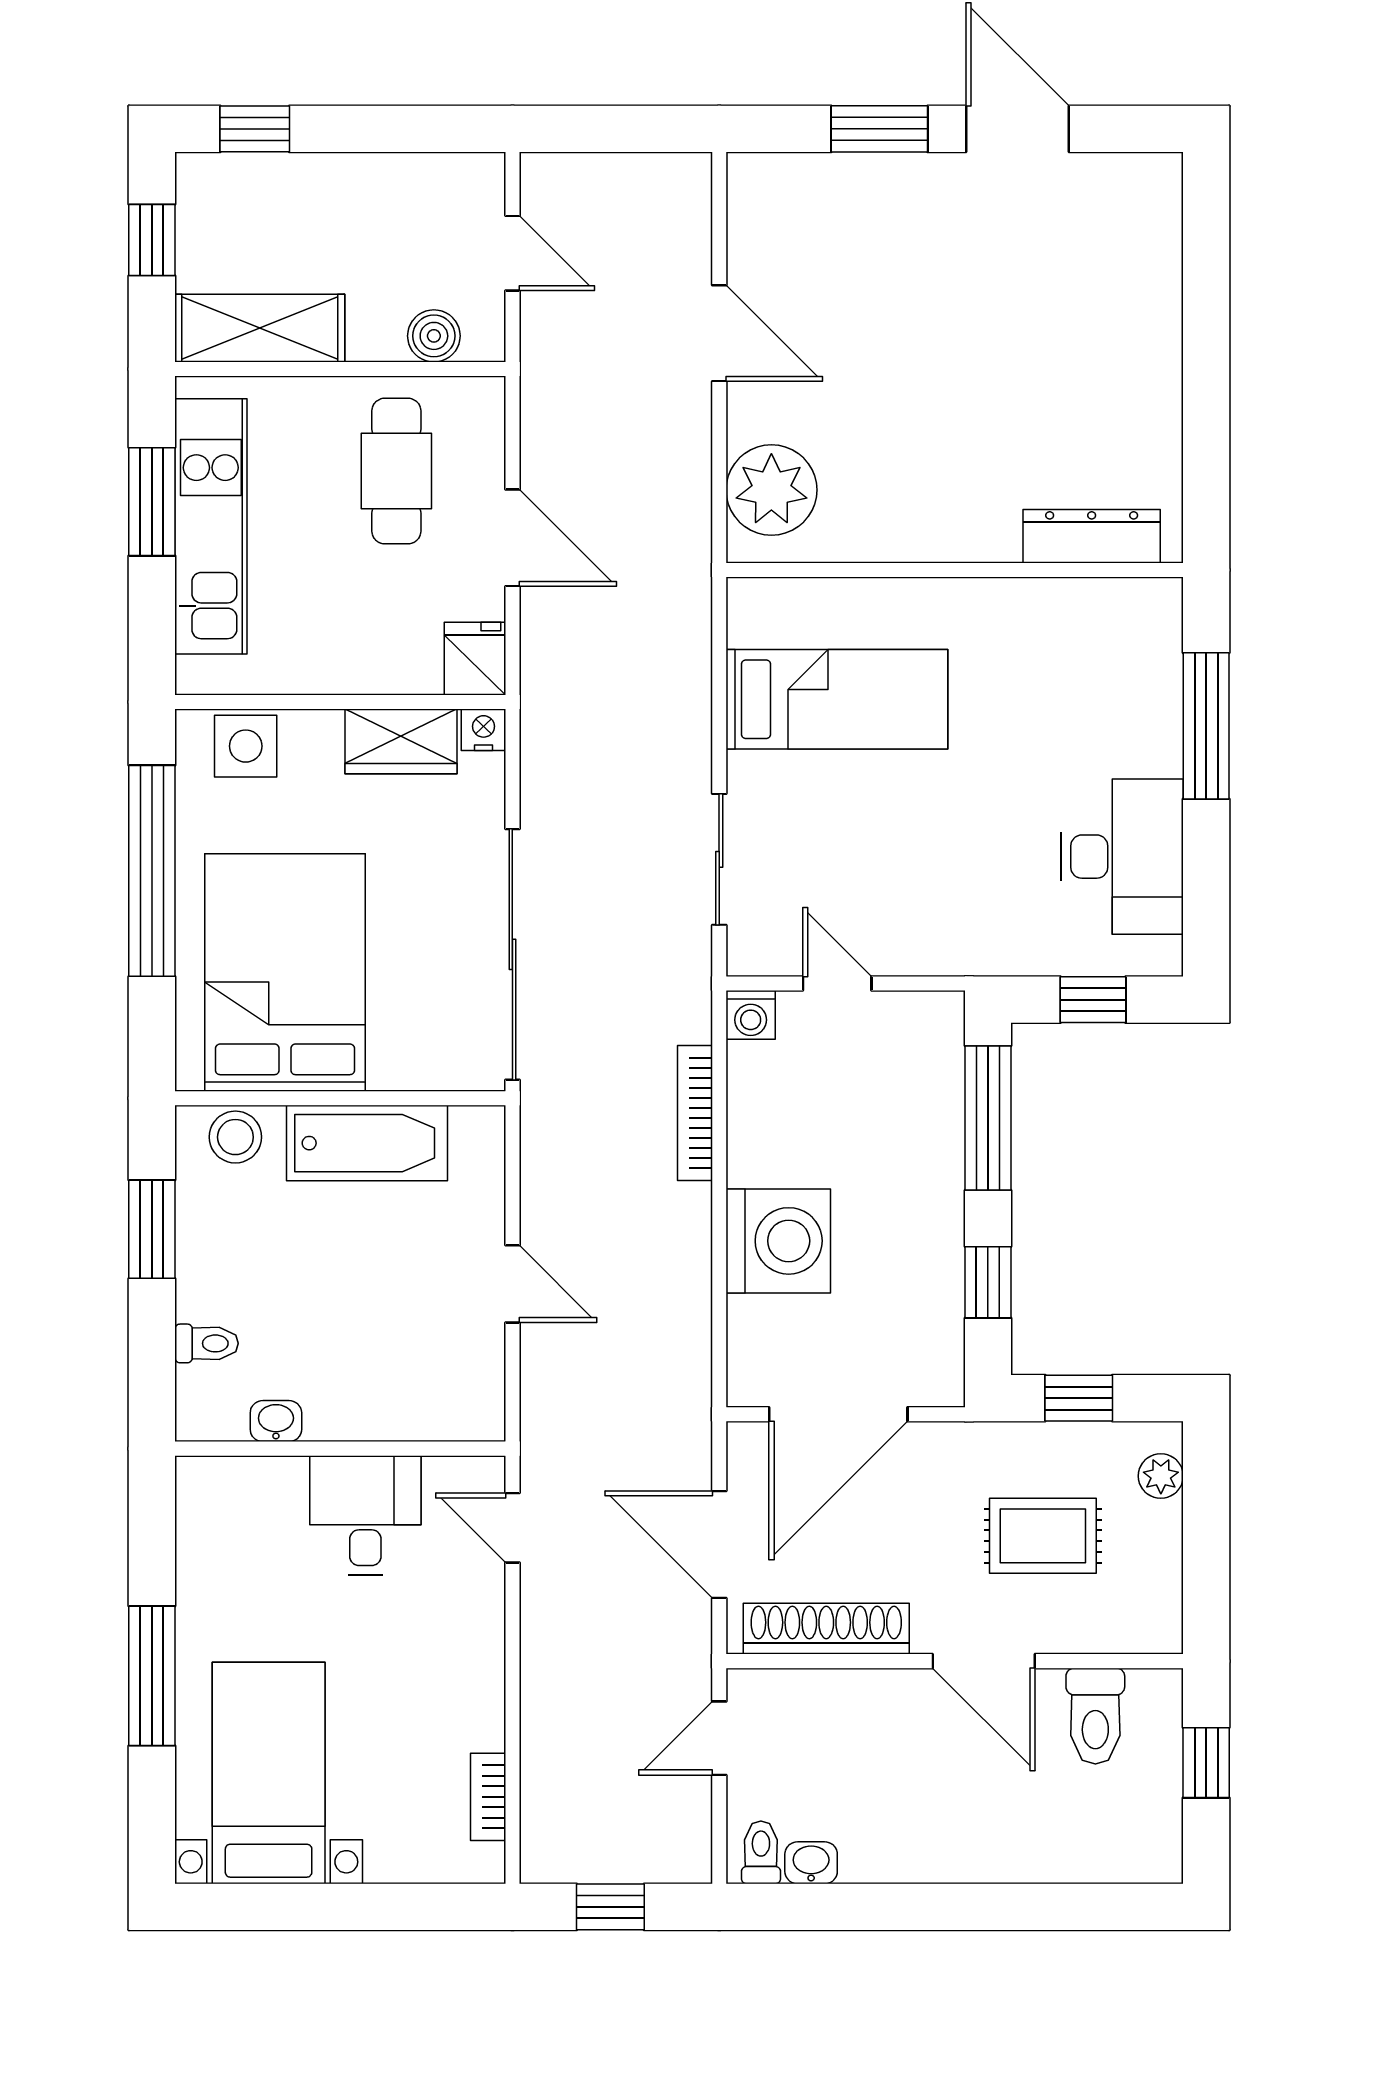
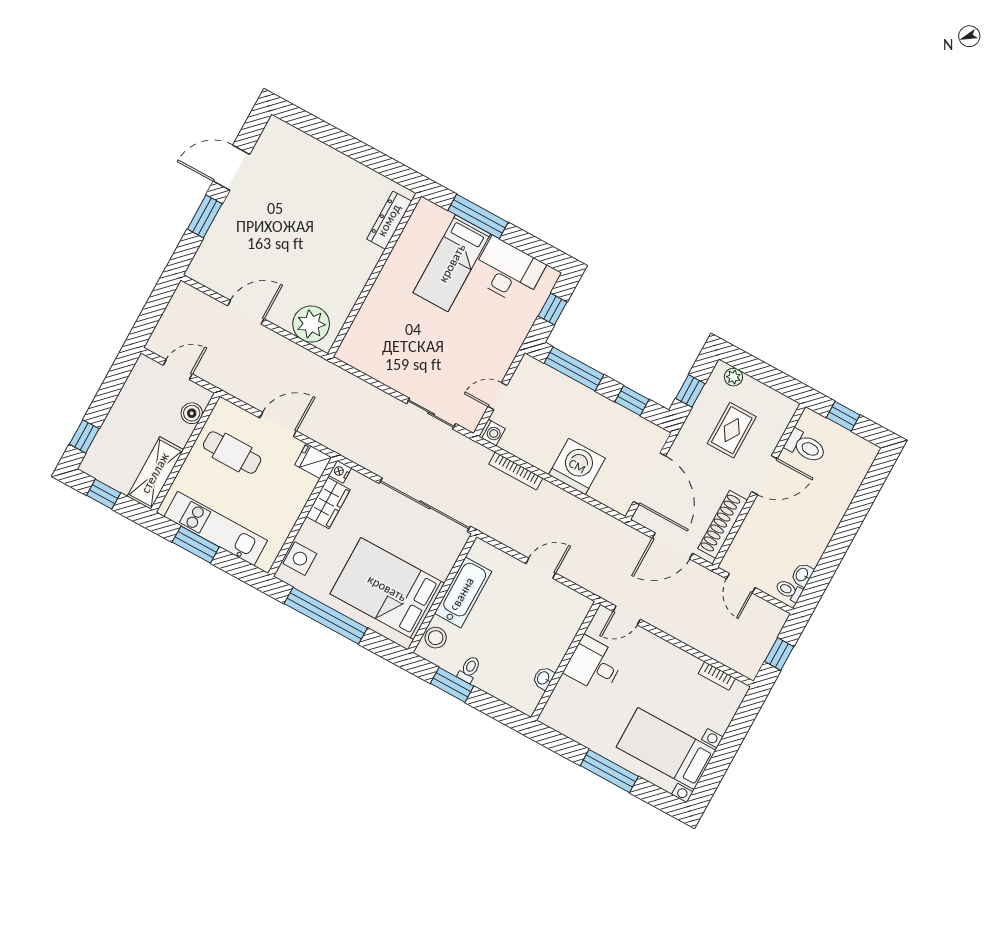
bed: (837, 699) -> (452, 263), moved, turned 180
toilet: (206, 1343) -> (469, 669), moved

